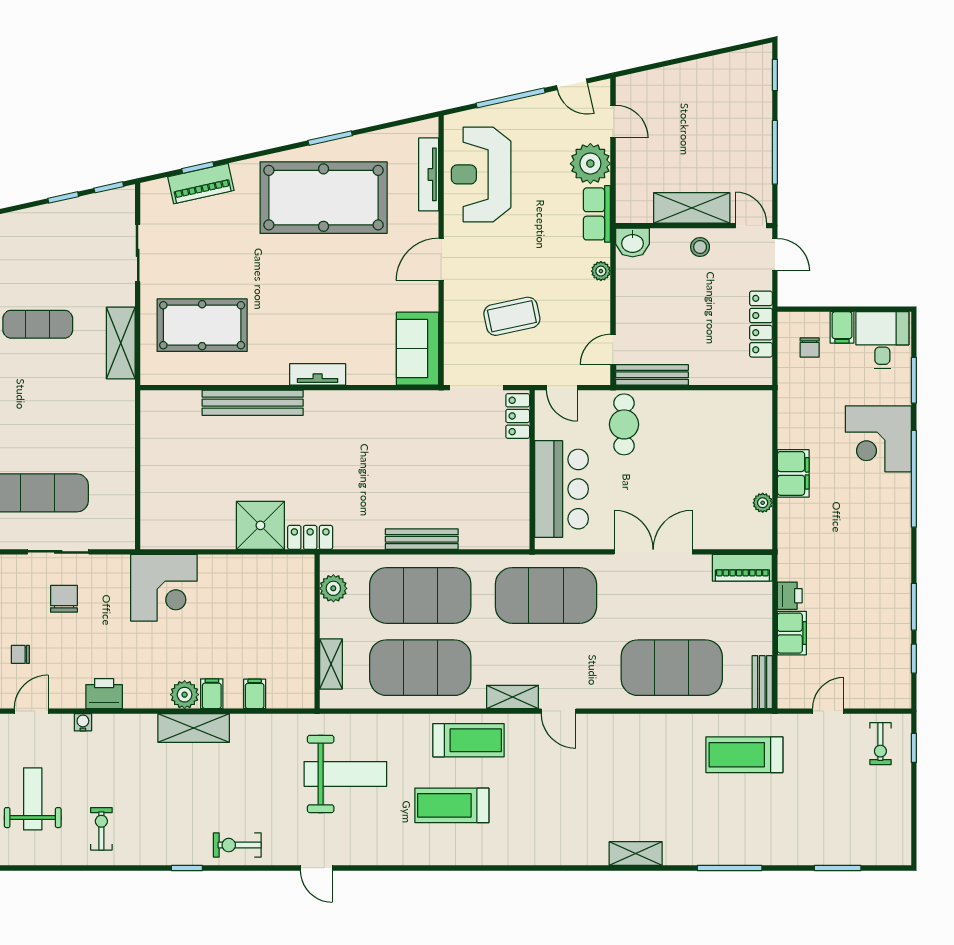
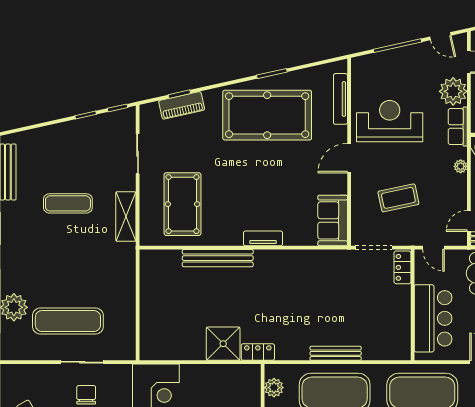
reception desk: (481, 174) -> (390, 121), moved, turned 90
pool table: (202, 325) -> (182, 204), turned 90

